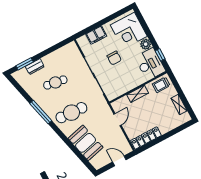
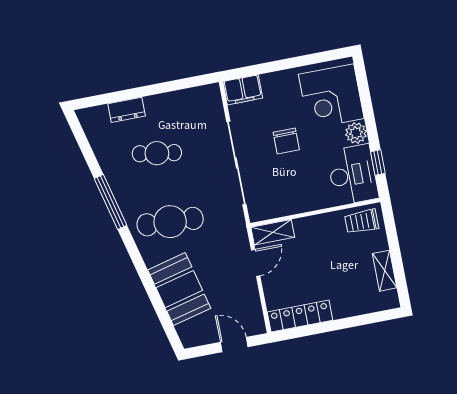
filing cabinet: (96, 35) -> (243, 90), moved
window: (25, 64) -> (108, 98), removed
shelving: (138, 94) -> (273, 232), moved

